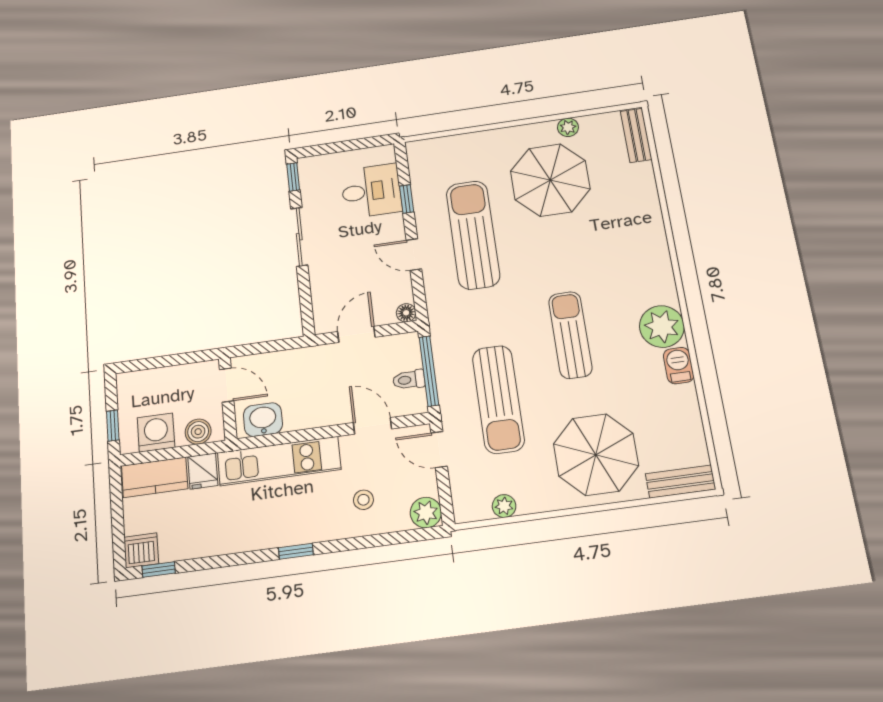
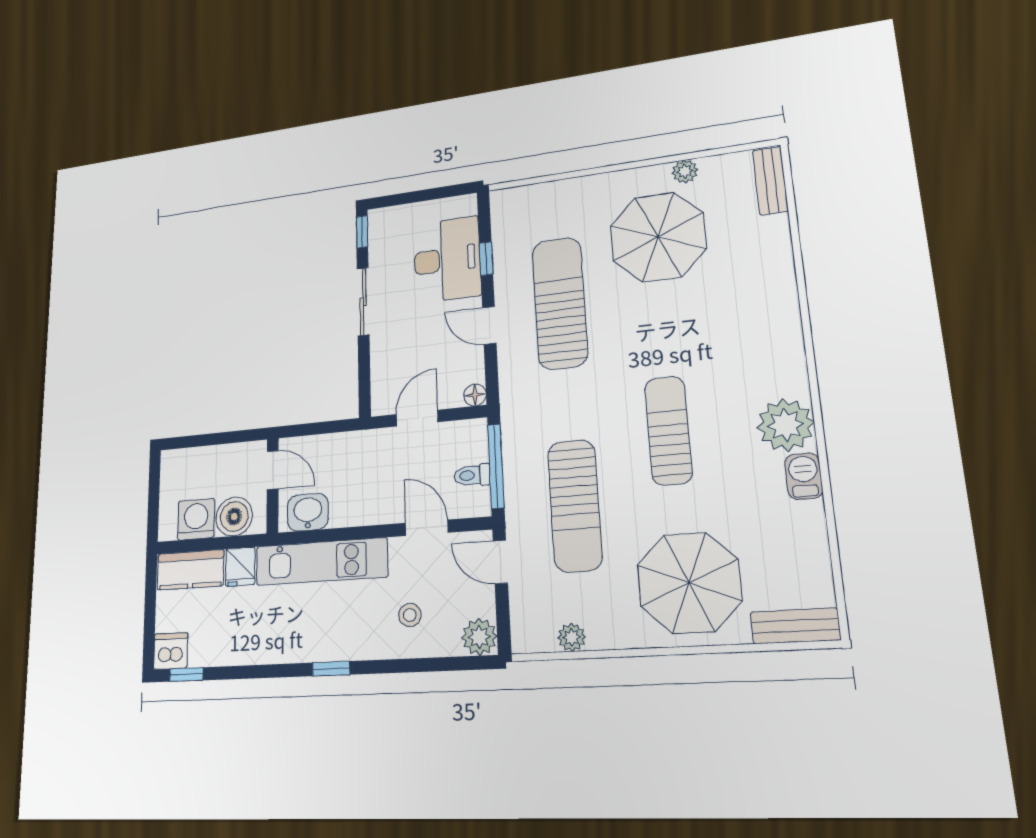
desk: (371, 191) -> (447, 260), width x1.37
window: (113, 426) -> (153, 508), removed
boiler: (198, 432) -> (234, 516), width x1.36, depth x1.36

